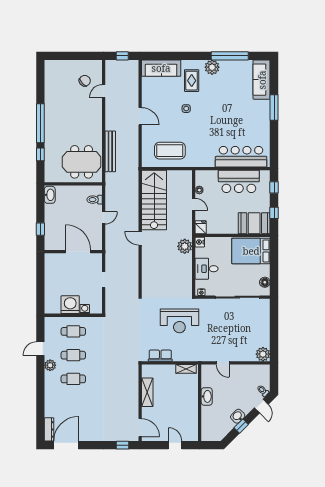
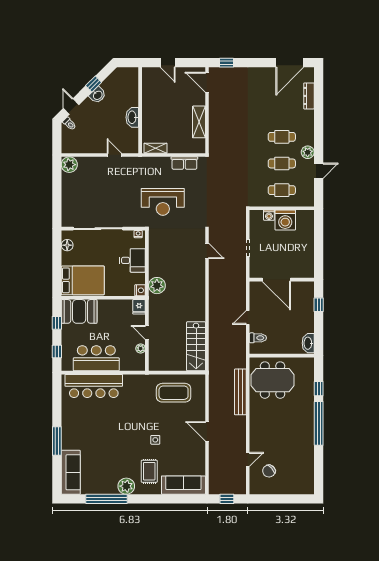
stairs: (154, 200) -> (196, 346), width x0.73, depth x0.66
door: (140, 238) -> (207, 251), moved
reception desk: (179, 321) -> (163, 202), turned 180
dresser: (49, 429) -> (309, 96), moved

